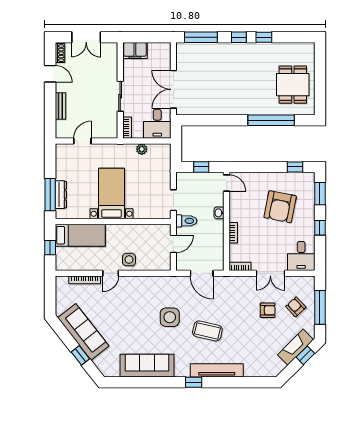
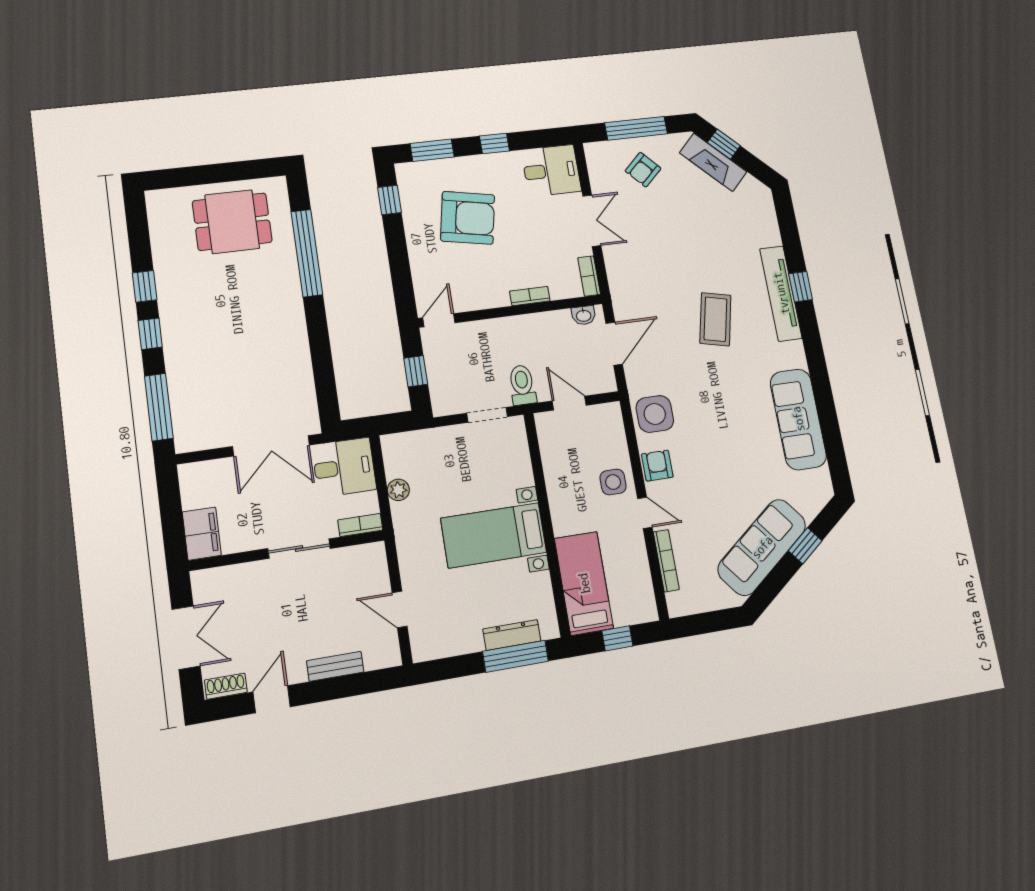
washbasin: (219, 213) -> (584, 315), moved
armchair: (268, 310) -> (657, 466), moved
side table: (170, 317) -> (655, 414), moved
window: (194, 382) -> (801, 287), moved

